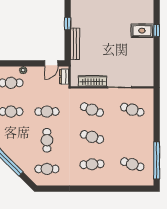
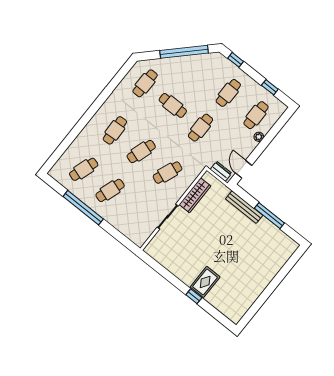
window: (68, 24) -> (269, 216), width x2.17
cafe table: (132, 110) -> (110, 190), moved
window: (157, 160) -> (83, 208), moved

